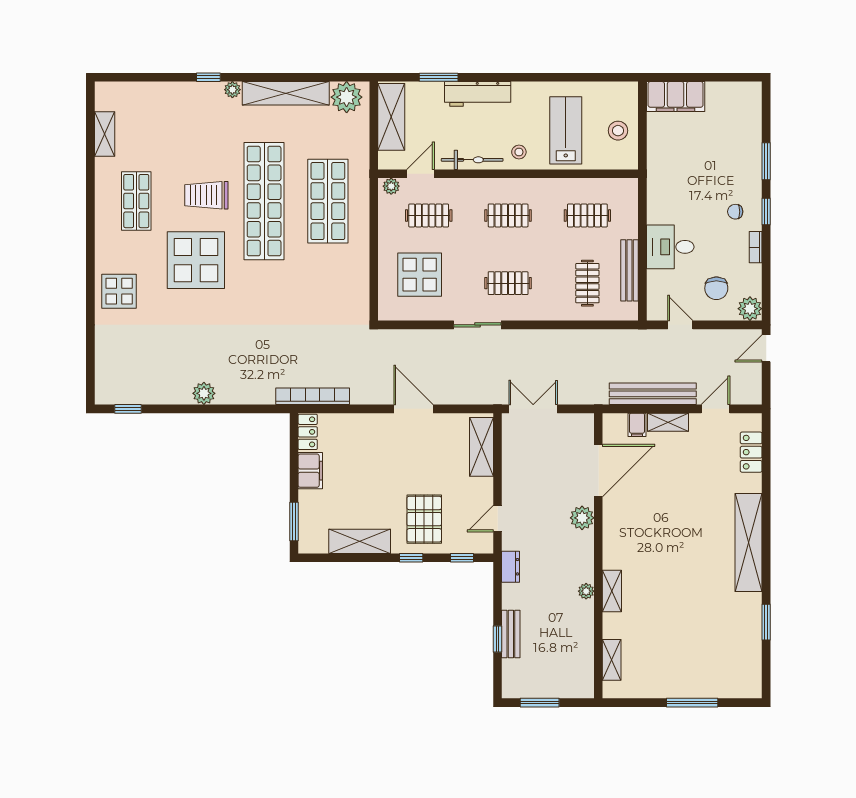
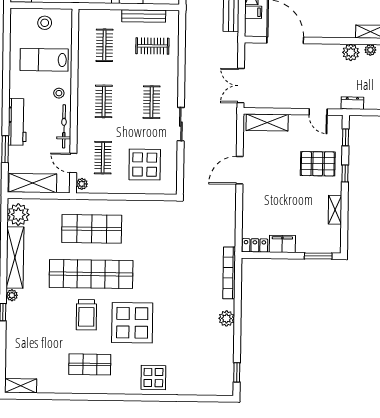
shelving: (105, 134) -> (21, 386), moved
bookcase: (313, 396) -> (229, 273), moved
plant: (582, 518) -> (351, 52), moved
shelving: (360, 541) -> (335, 210), width x0.67, depth x0.75

